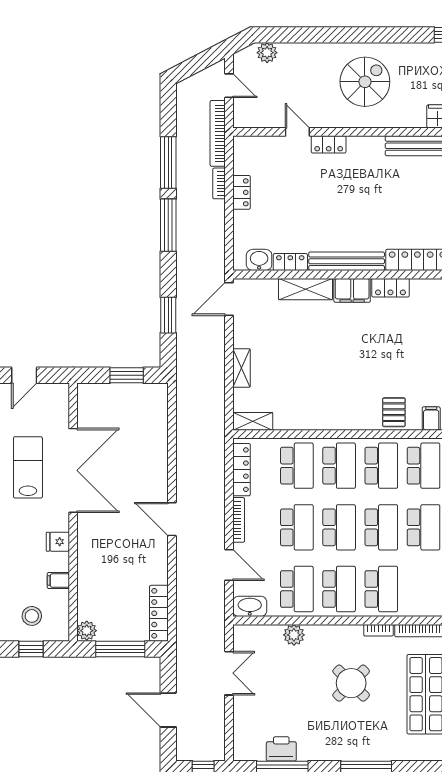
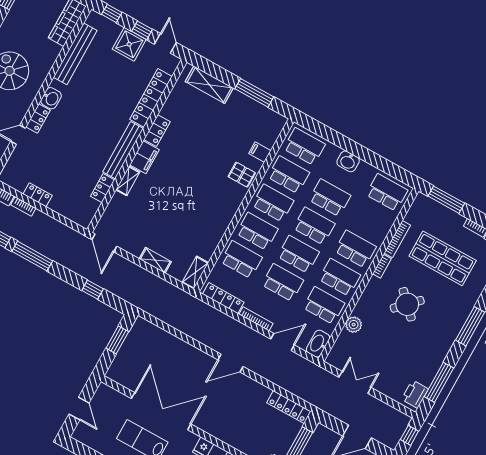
washbasin: (259, 260) -> (51, 98), moved, turned 180
shelving: (306, 289) -> (128, 181), width x0.67, depth x0.75
window: (168, 315) -> (93, 290), width x0.67
printer: (281, 749) -> (415, 394), moved

